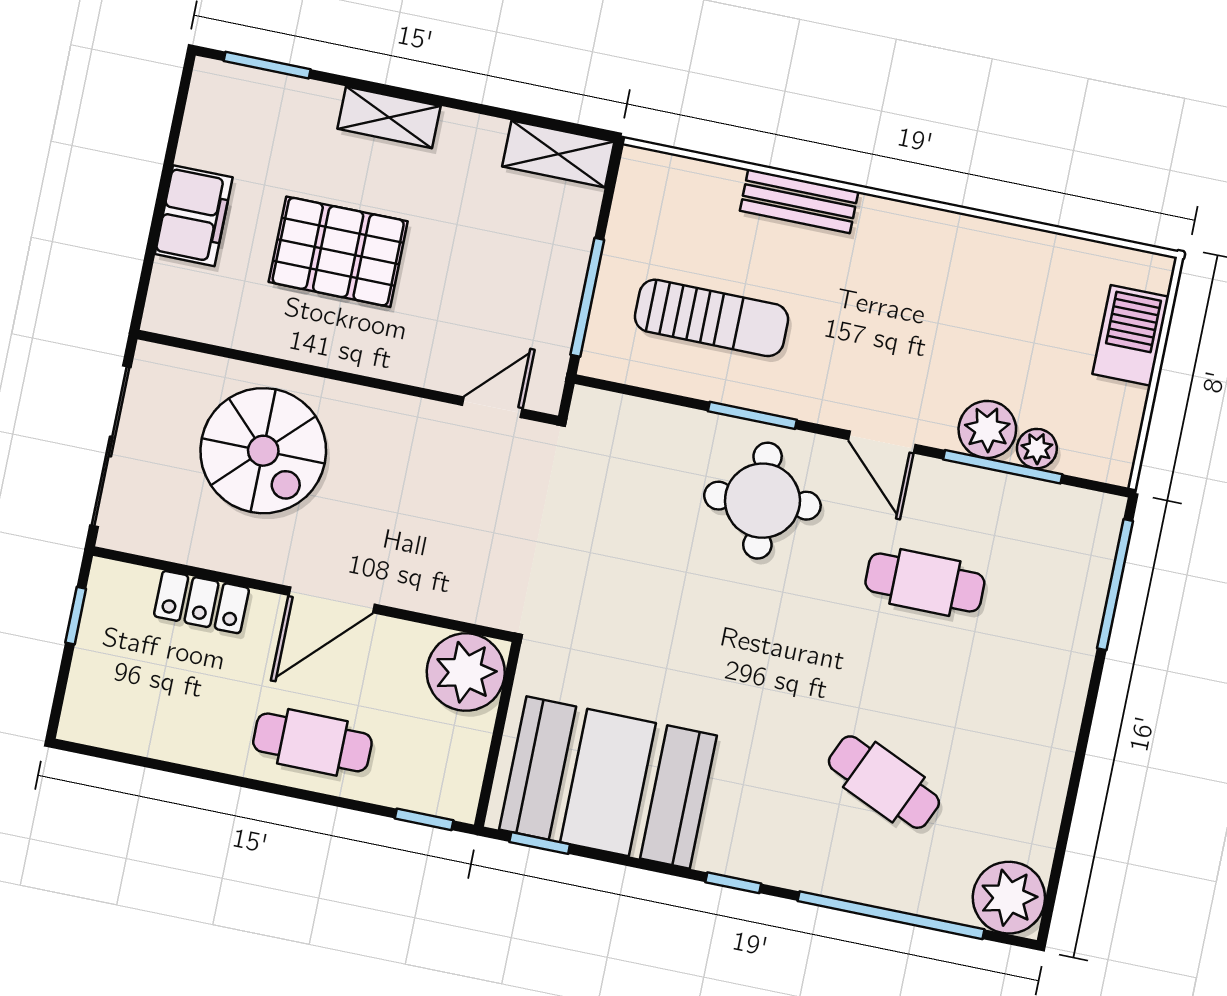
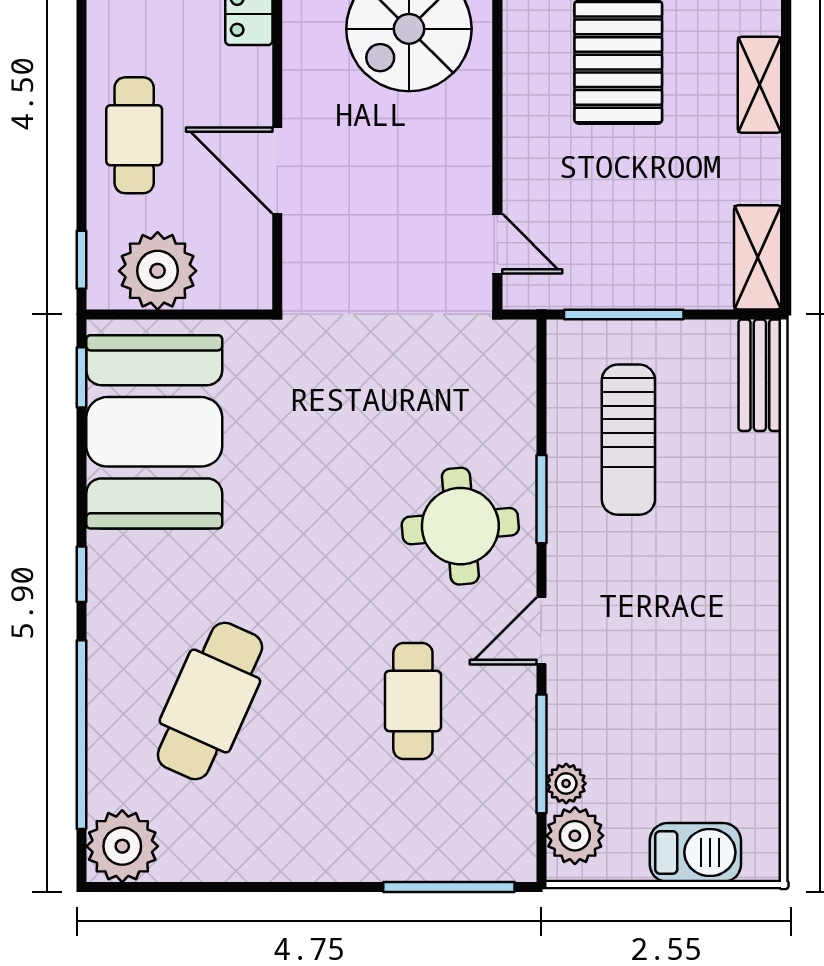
bench: (799, 201) -> (760, 375), moved
plant: (987, 429) -> (575, 836), moved
door: (332, 600) -> (277, 170), moved
plant: (466, 672) -> (158, 271), moved
cafe table: (884, 782) -> (210, 701), width x1.37, depth x1.35

